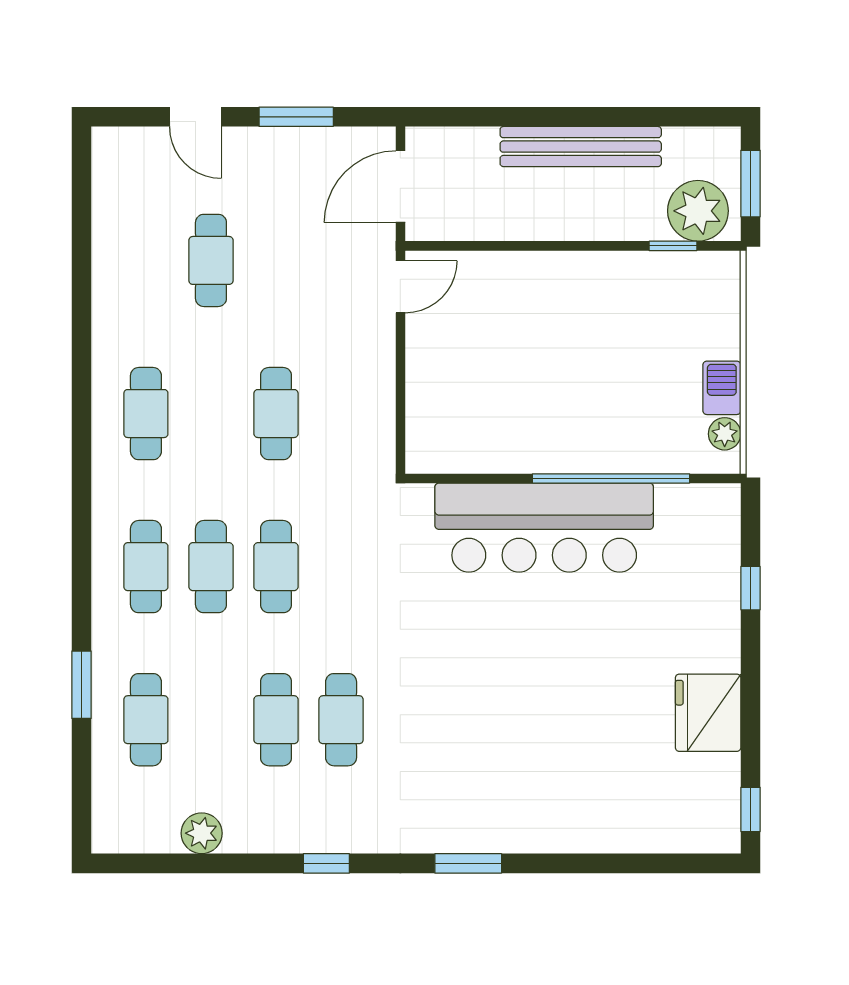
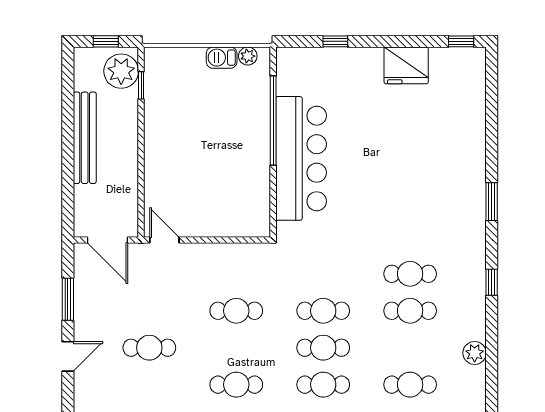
window: (750, 184) -> (106, 41), width x0.67

